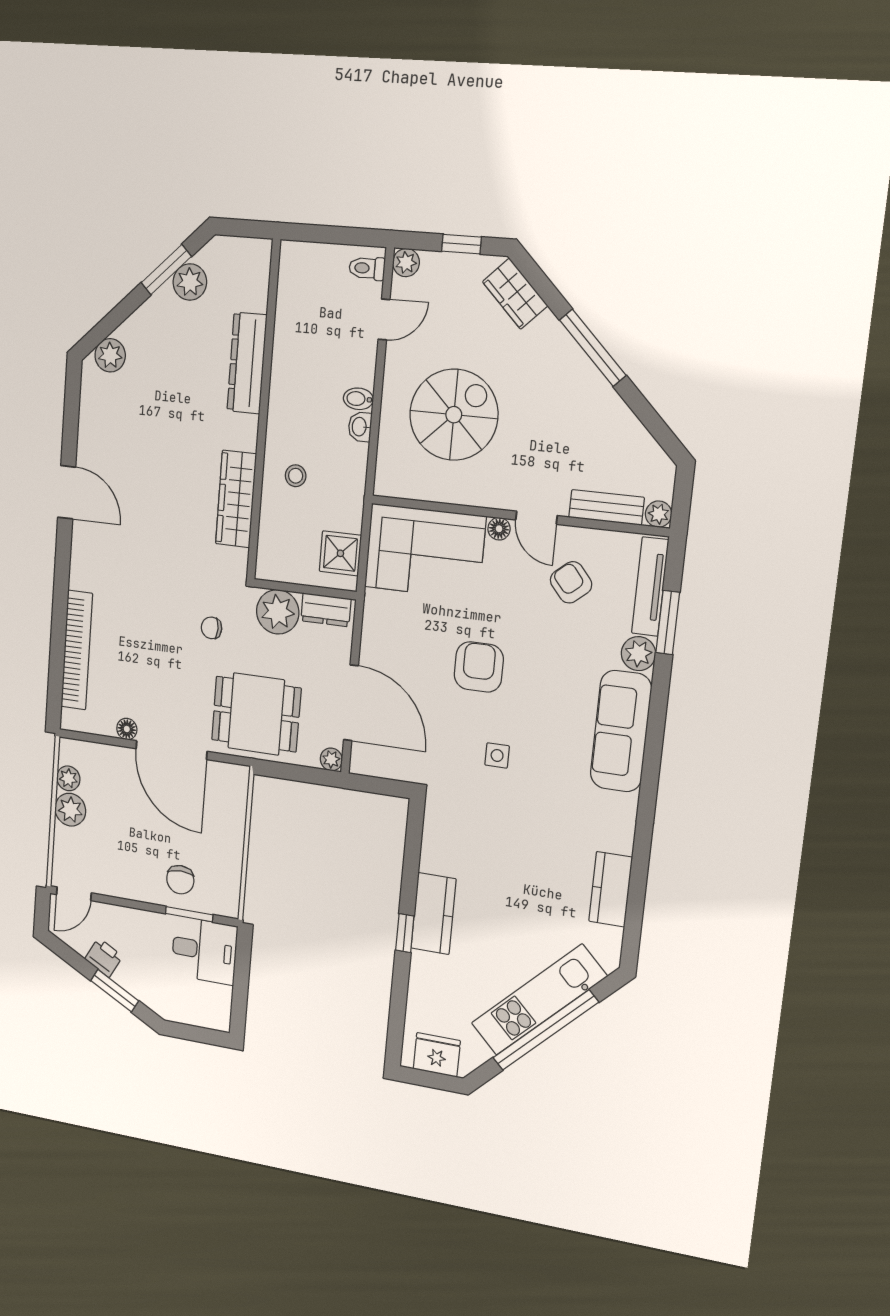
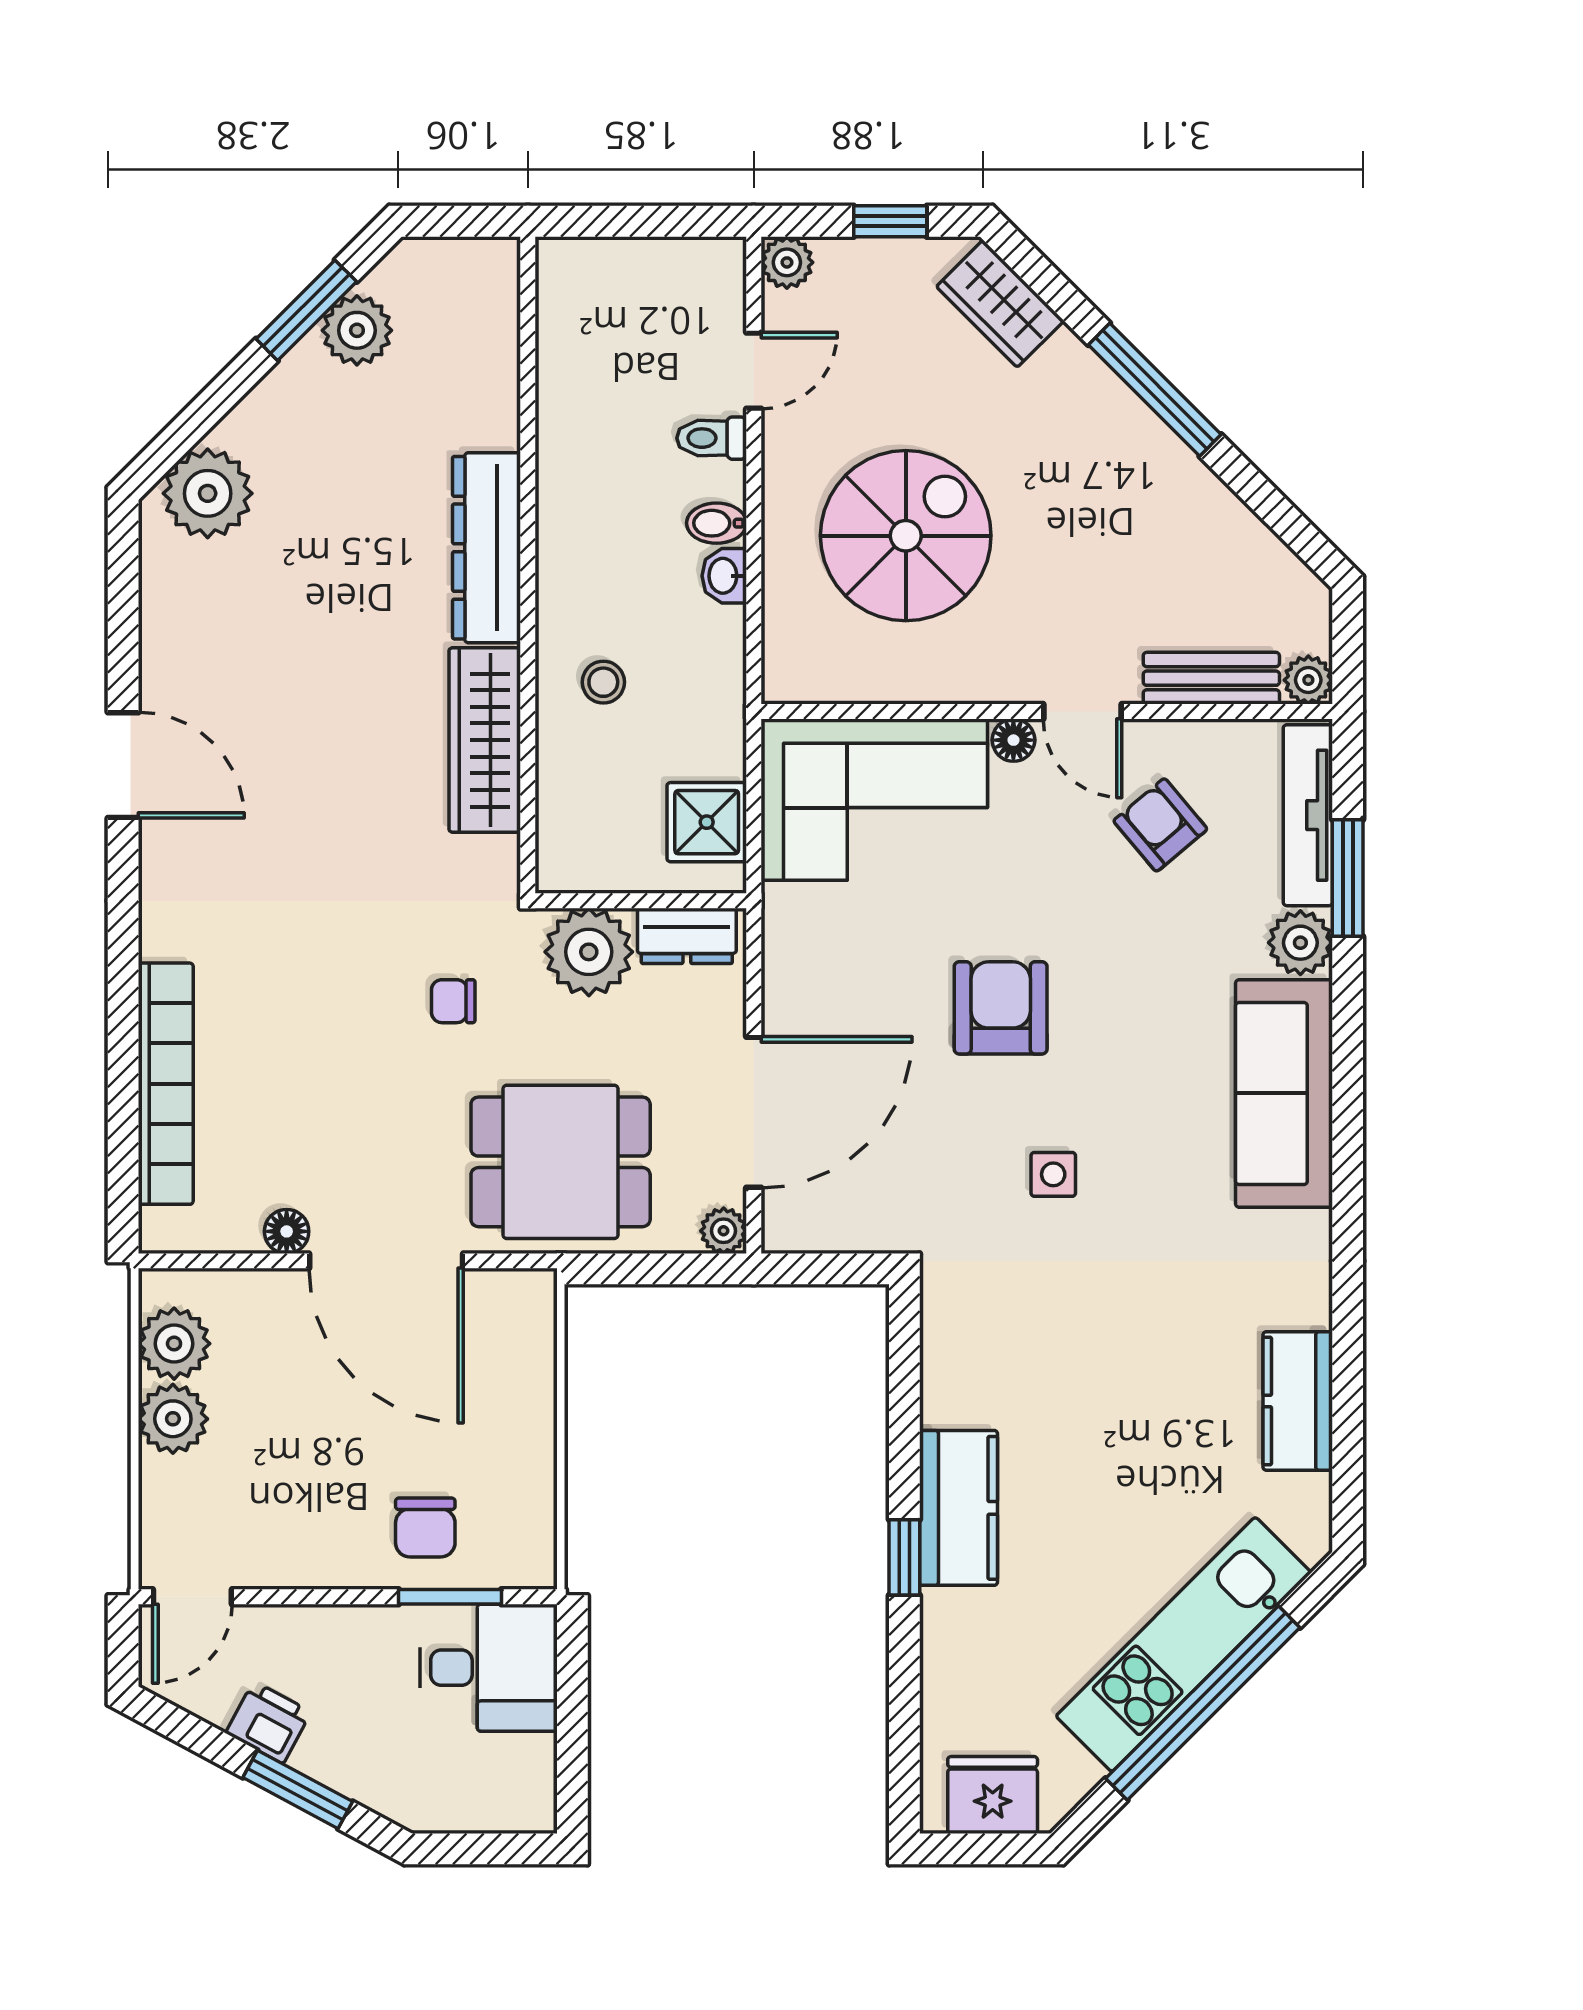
toilet: (367, 268) -> (712, 438), moved
plant: (110, 355) -> (208, 493), width x1.36, depth x1.36
dresser: (247, 363) -> (487, 548), moved
door: (351, 703) -> (754, 1112), hinge flipped
plant: (68, 778) -> (174, 1344), width x1.38, depth x1.38

